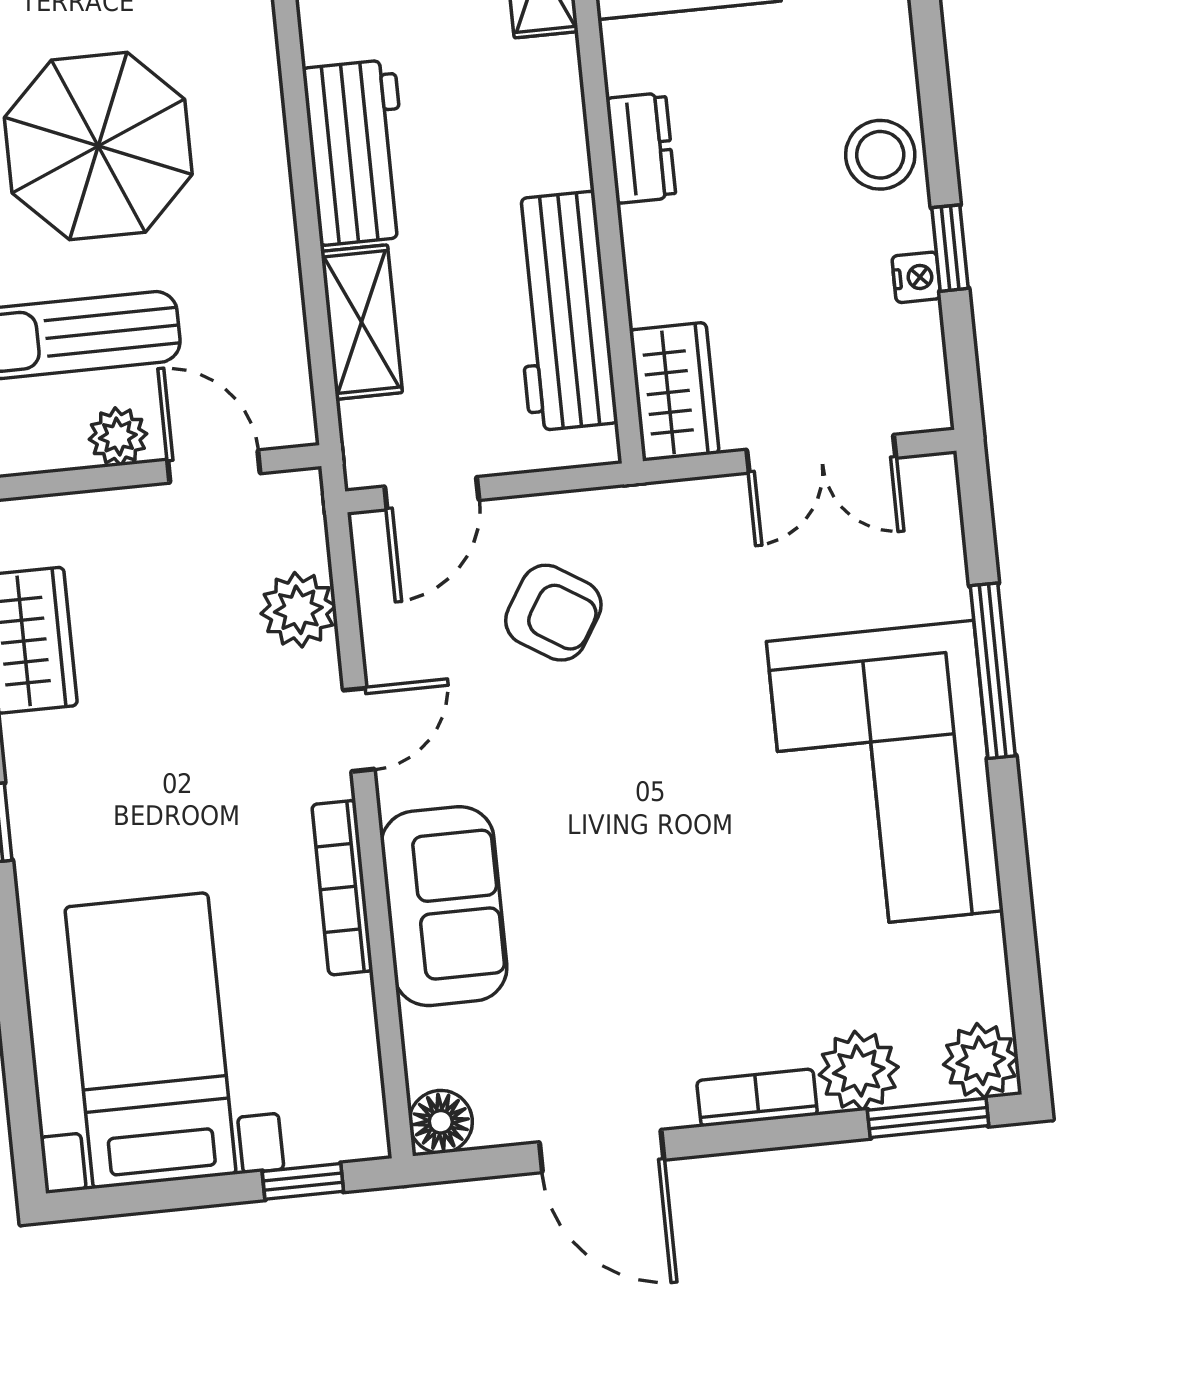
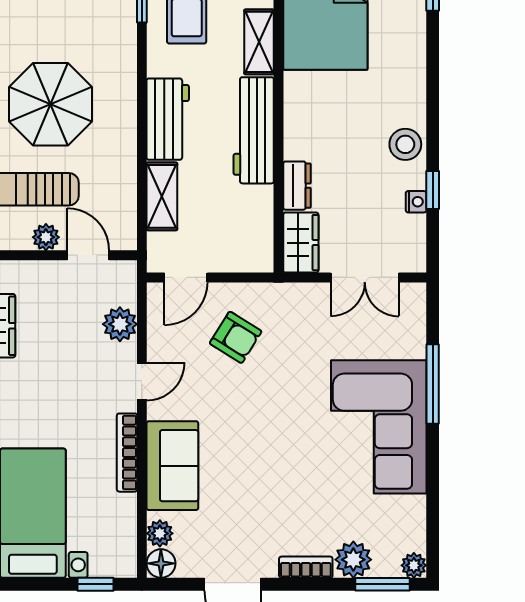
dresser: (641, 148) -> (297, 186), moved
workbench: (563, 311) -> (254, 130), moved
plant: (431, 1057) -> (160, 533), added
plant: (981, 1061) -> (414, 565), width x0.73, depth x0.73

